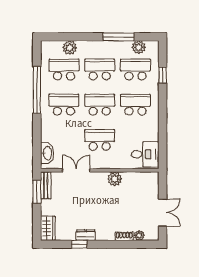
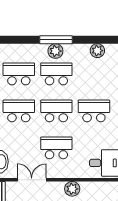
window: (119, 37) -> (56, 40), moved
plant: (70, 48) -> (55, 51), moved
school desk: (135, 69) -> (94, 74), removed

